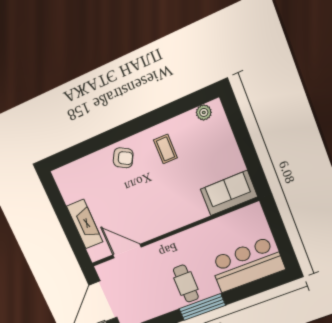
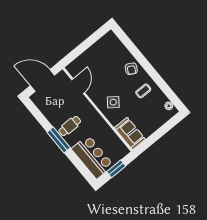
side table: (169, 204) -> (113, 102), added
fireplace: (85, 224) -> (86, 57), removed
window: (280, 233) -> (116, 169), added

